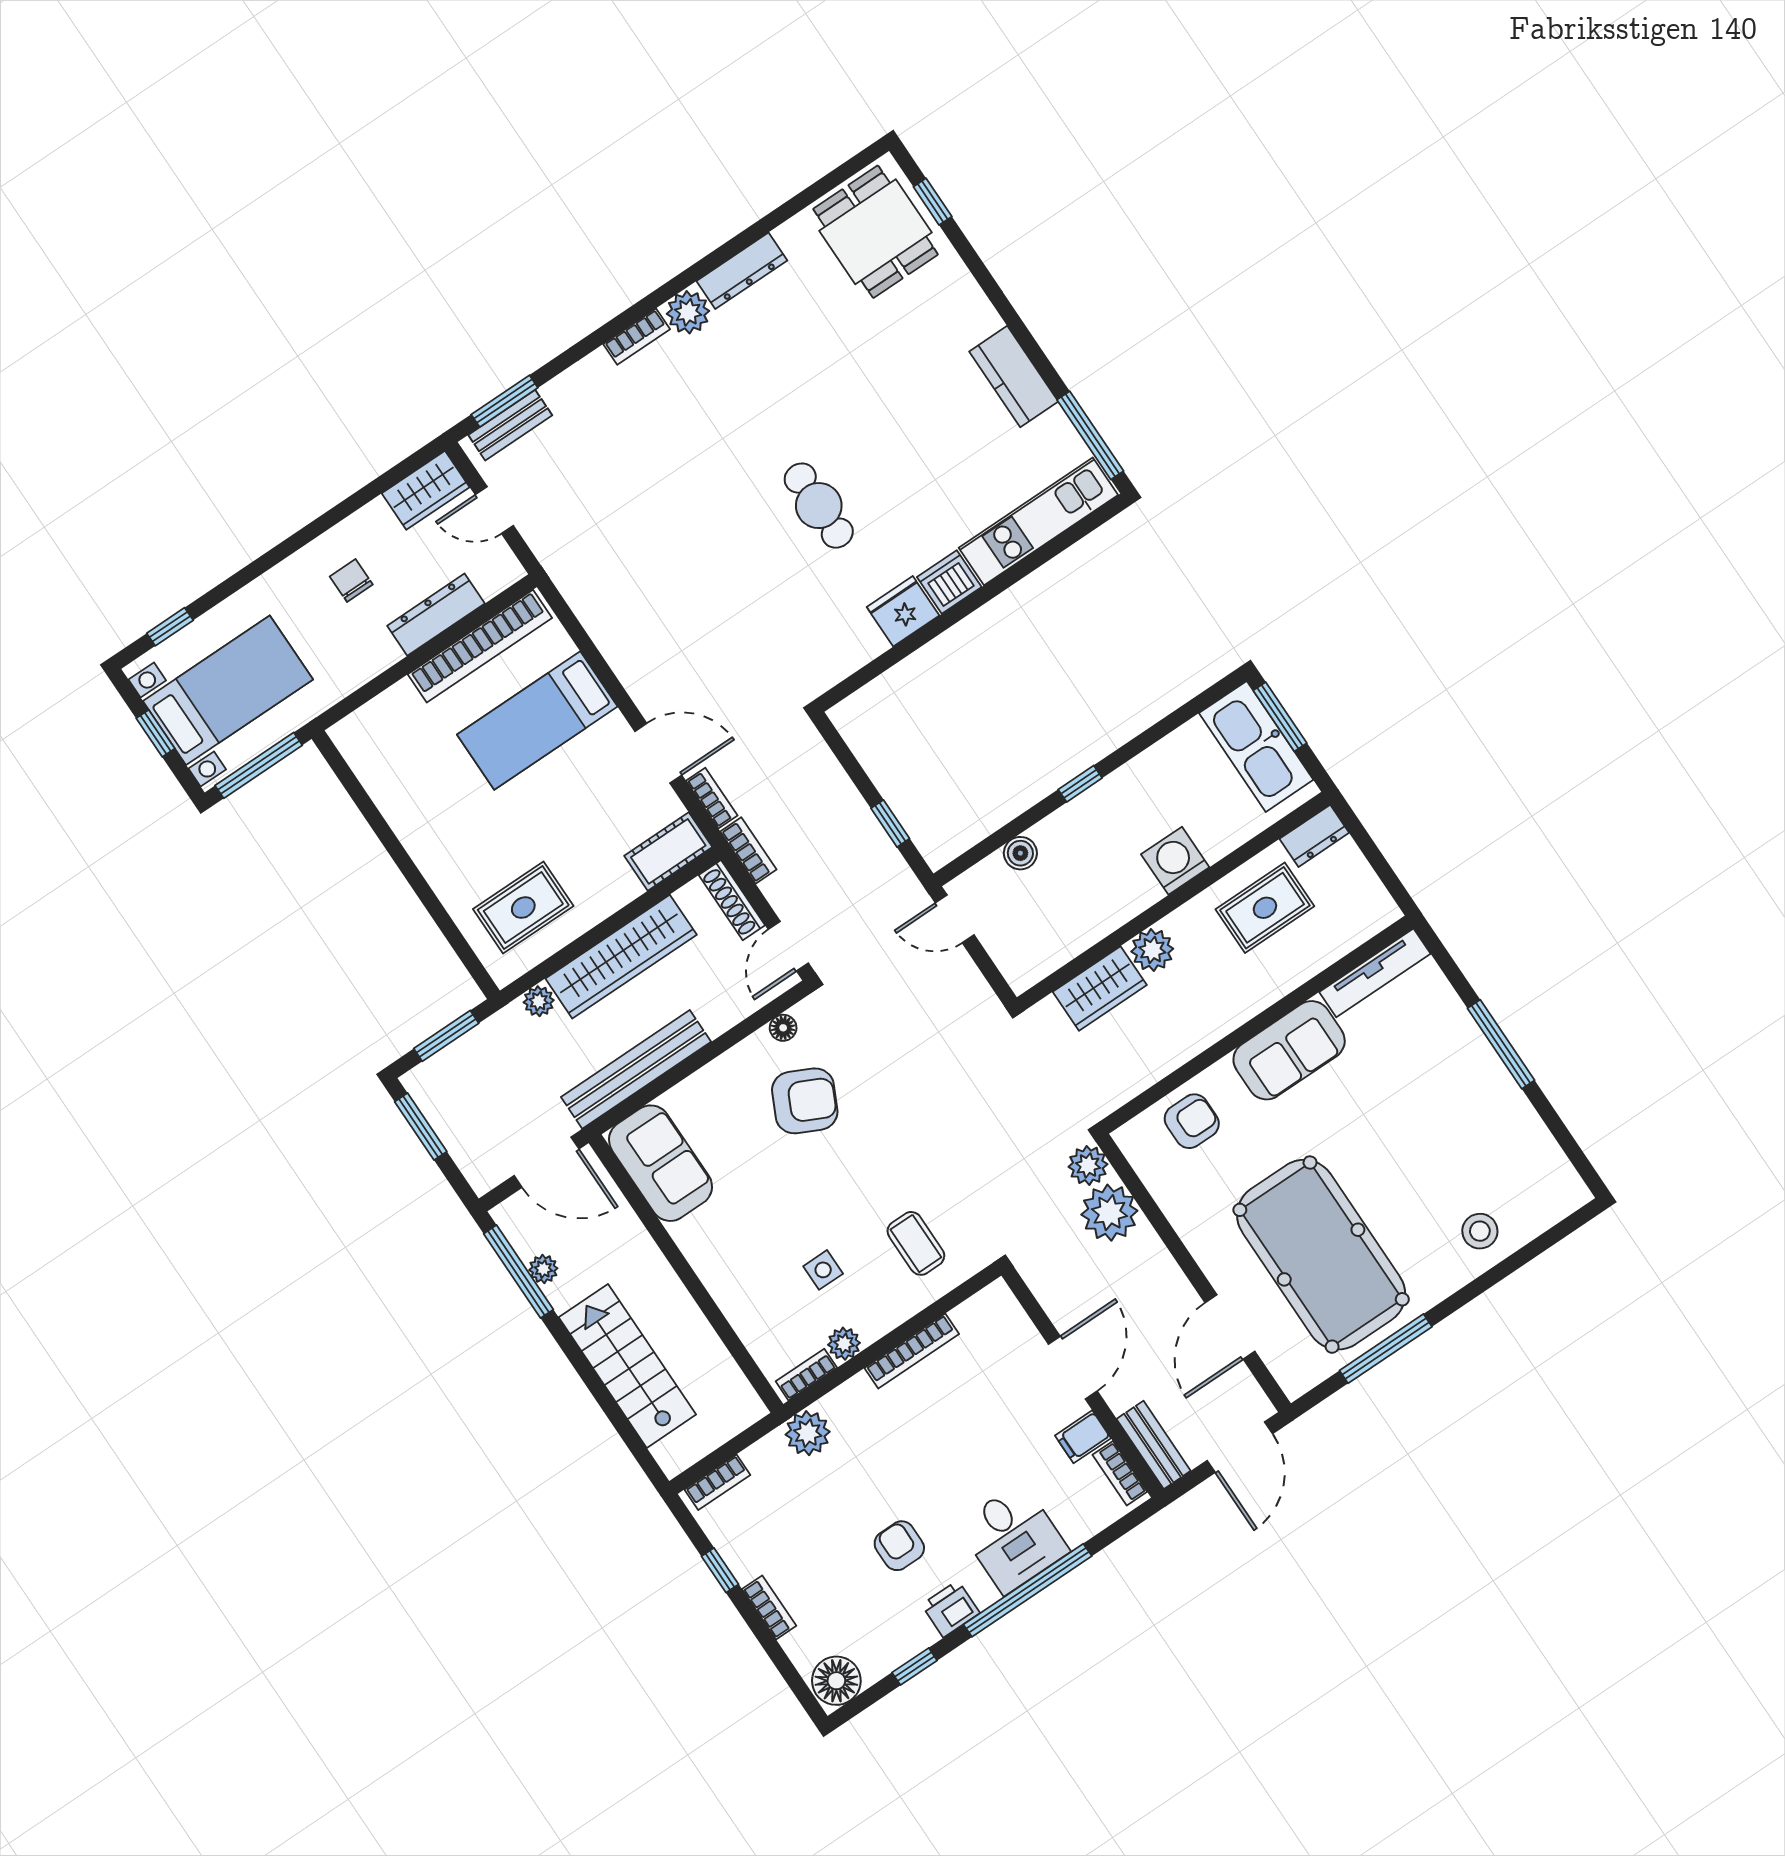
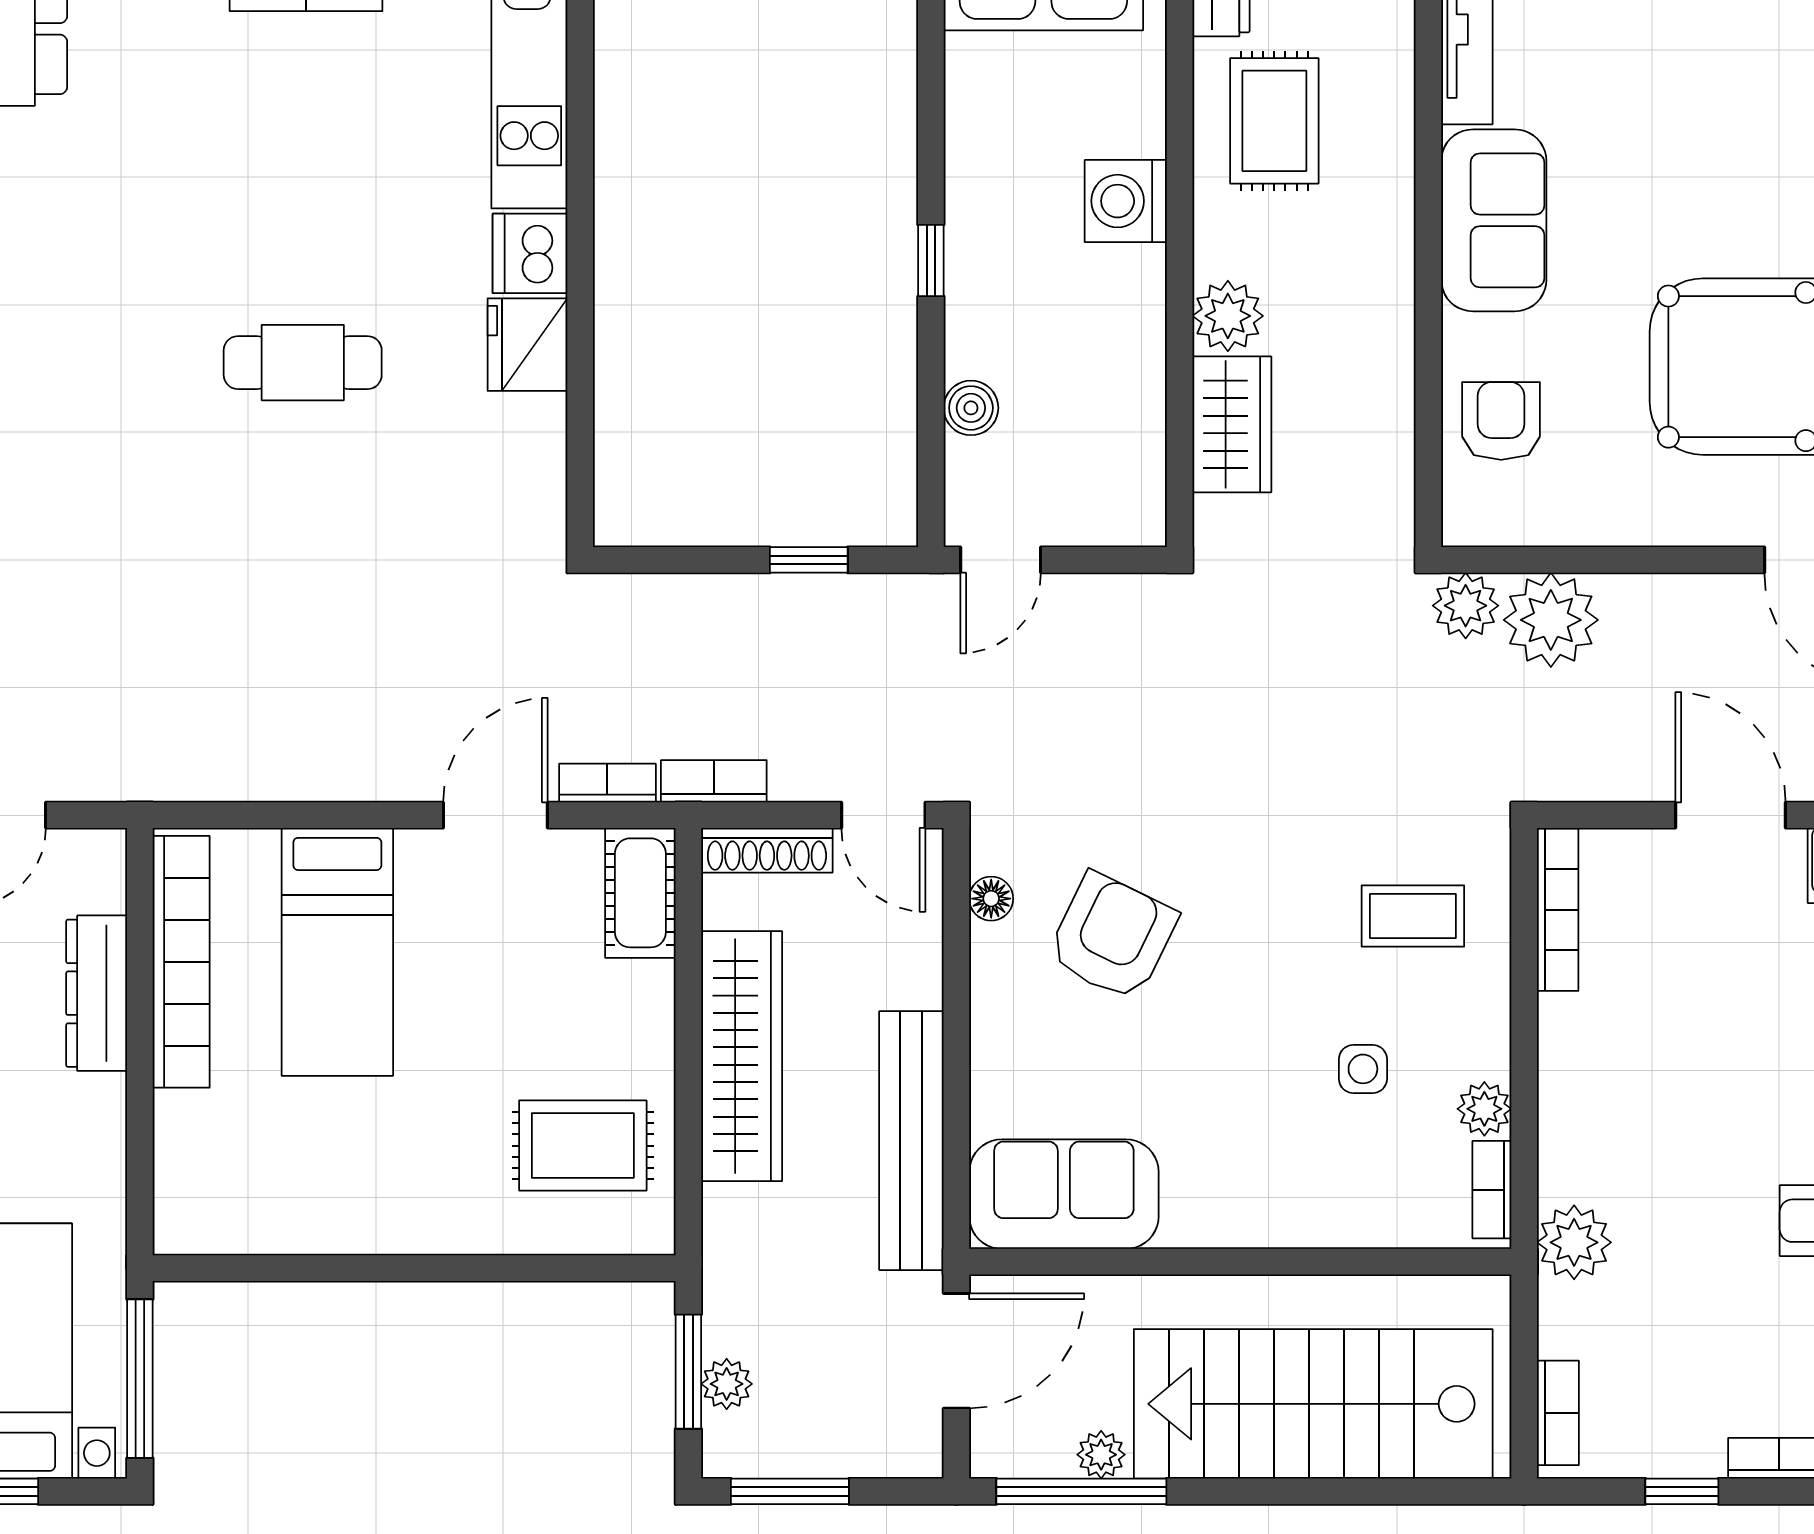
rug: (523, 908) -> (583, 1146), turned 90
plant: (539, 1001) -> (727, 1384), moved
bookcase: (912, 1351) -> (1558, 910), moved
stairs: (627, 1366) -> (1313, 1404), width x1.36, depth x1.51

